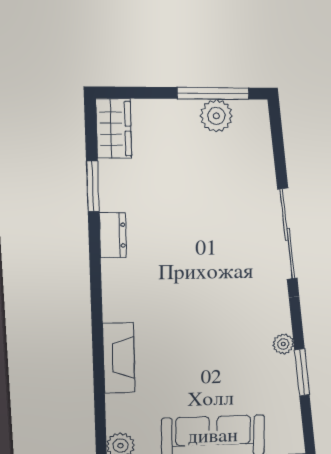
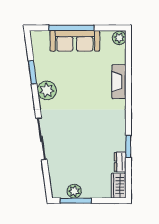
window: (93, 186) -> (128, 147), moved
dresser: (113, 235) -> (120, 162), moved
plant: (283, 344) -> (47, 90), width x1.88, depth x1.88

